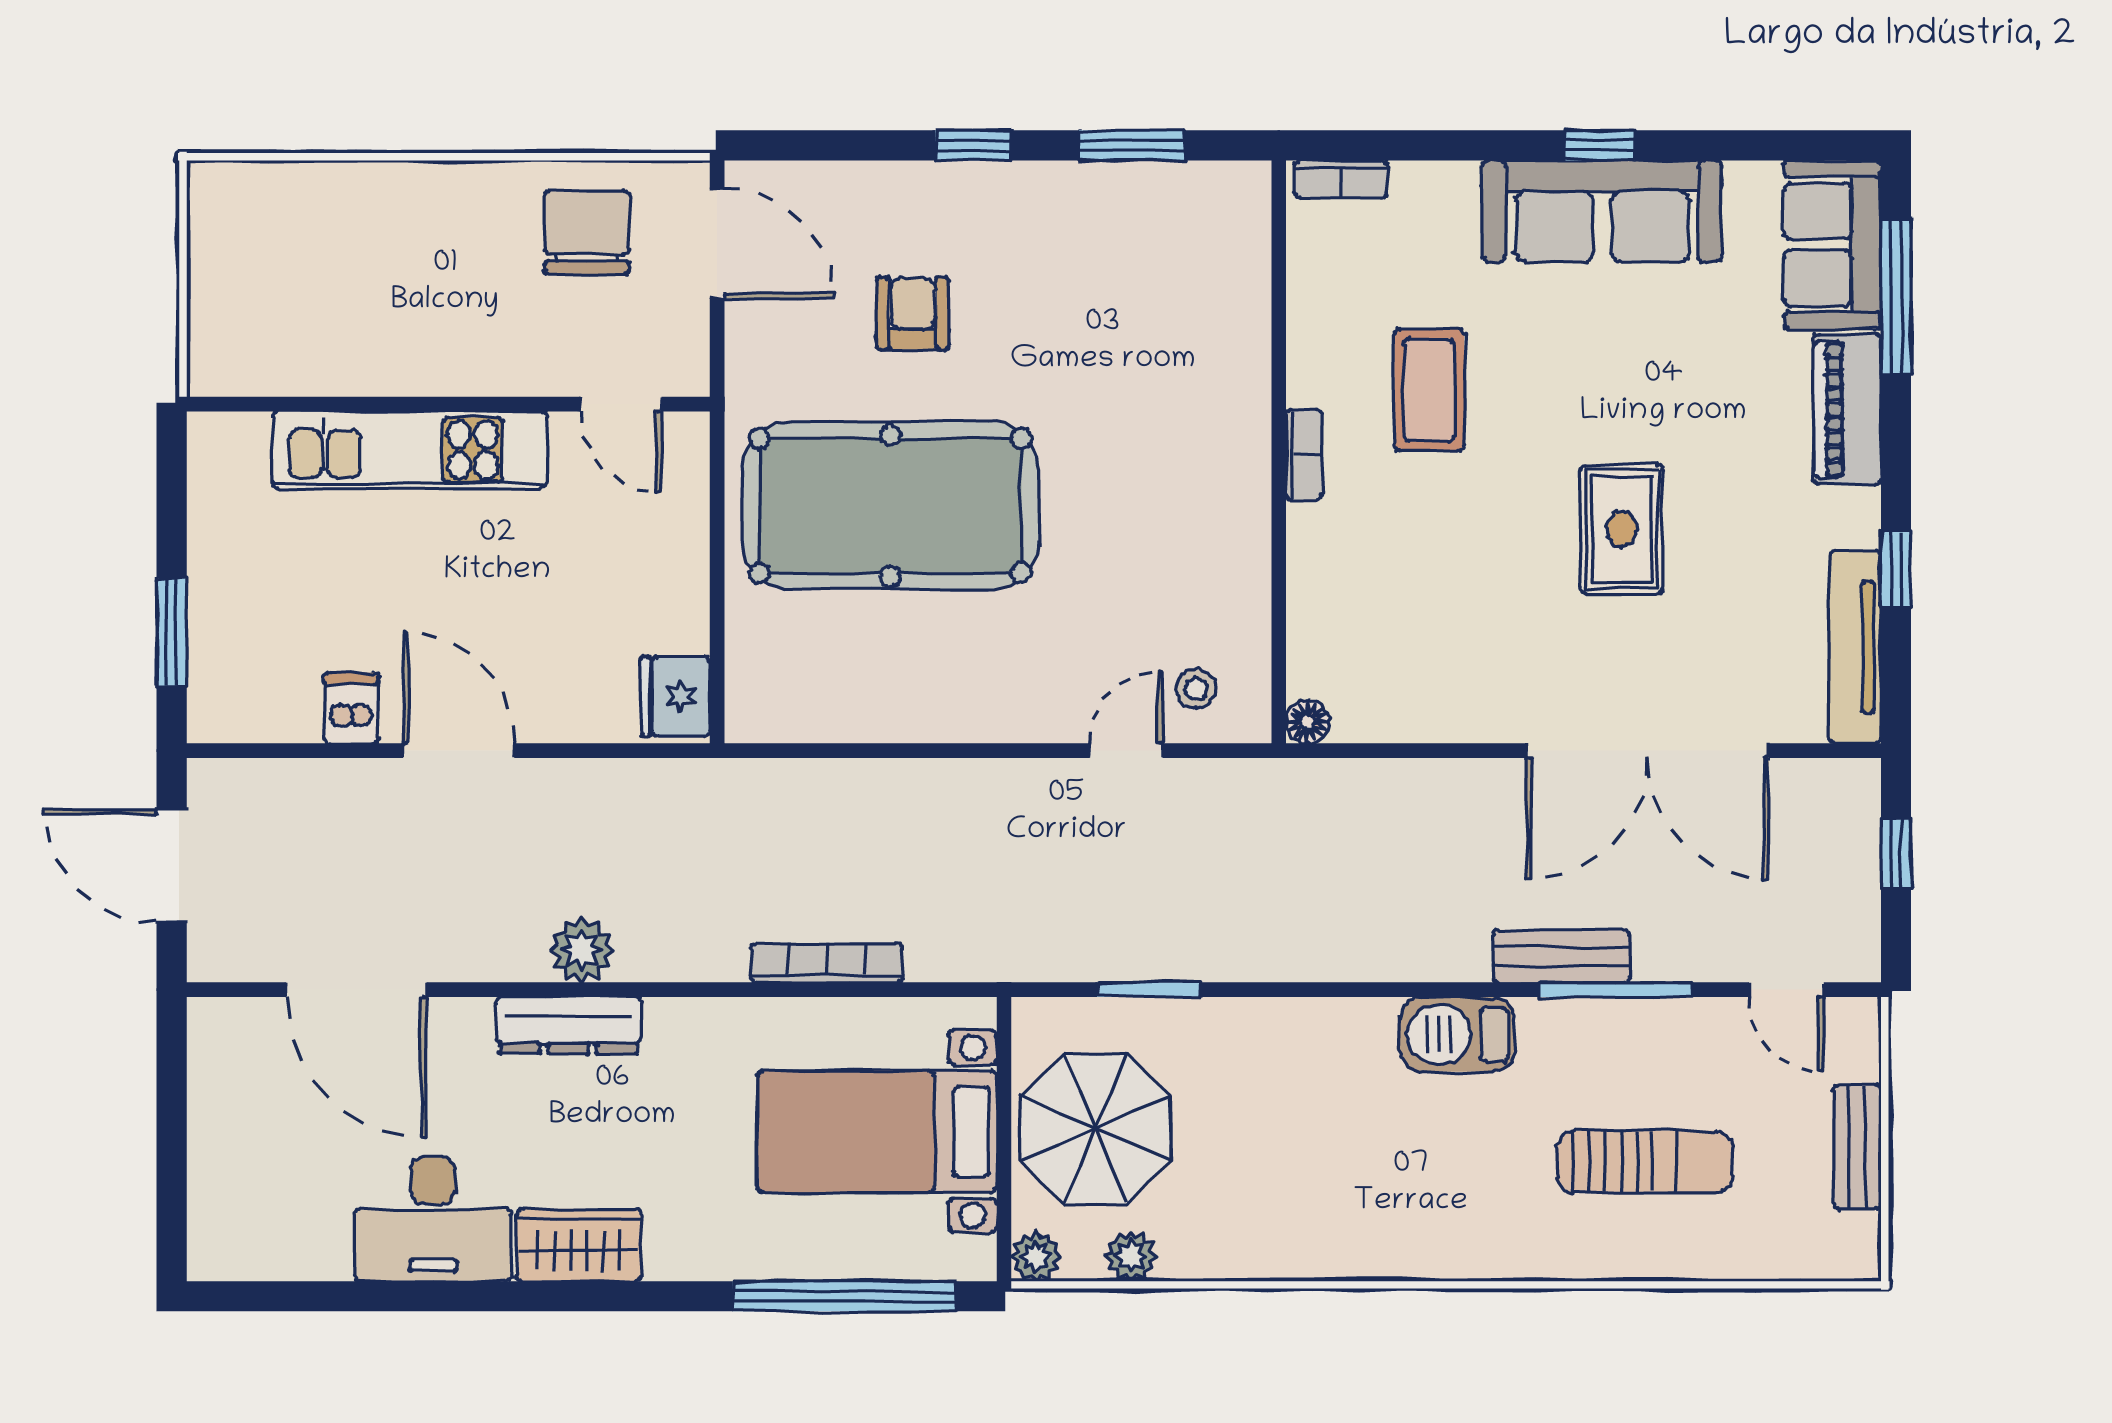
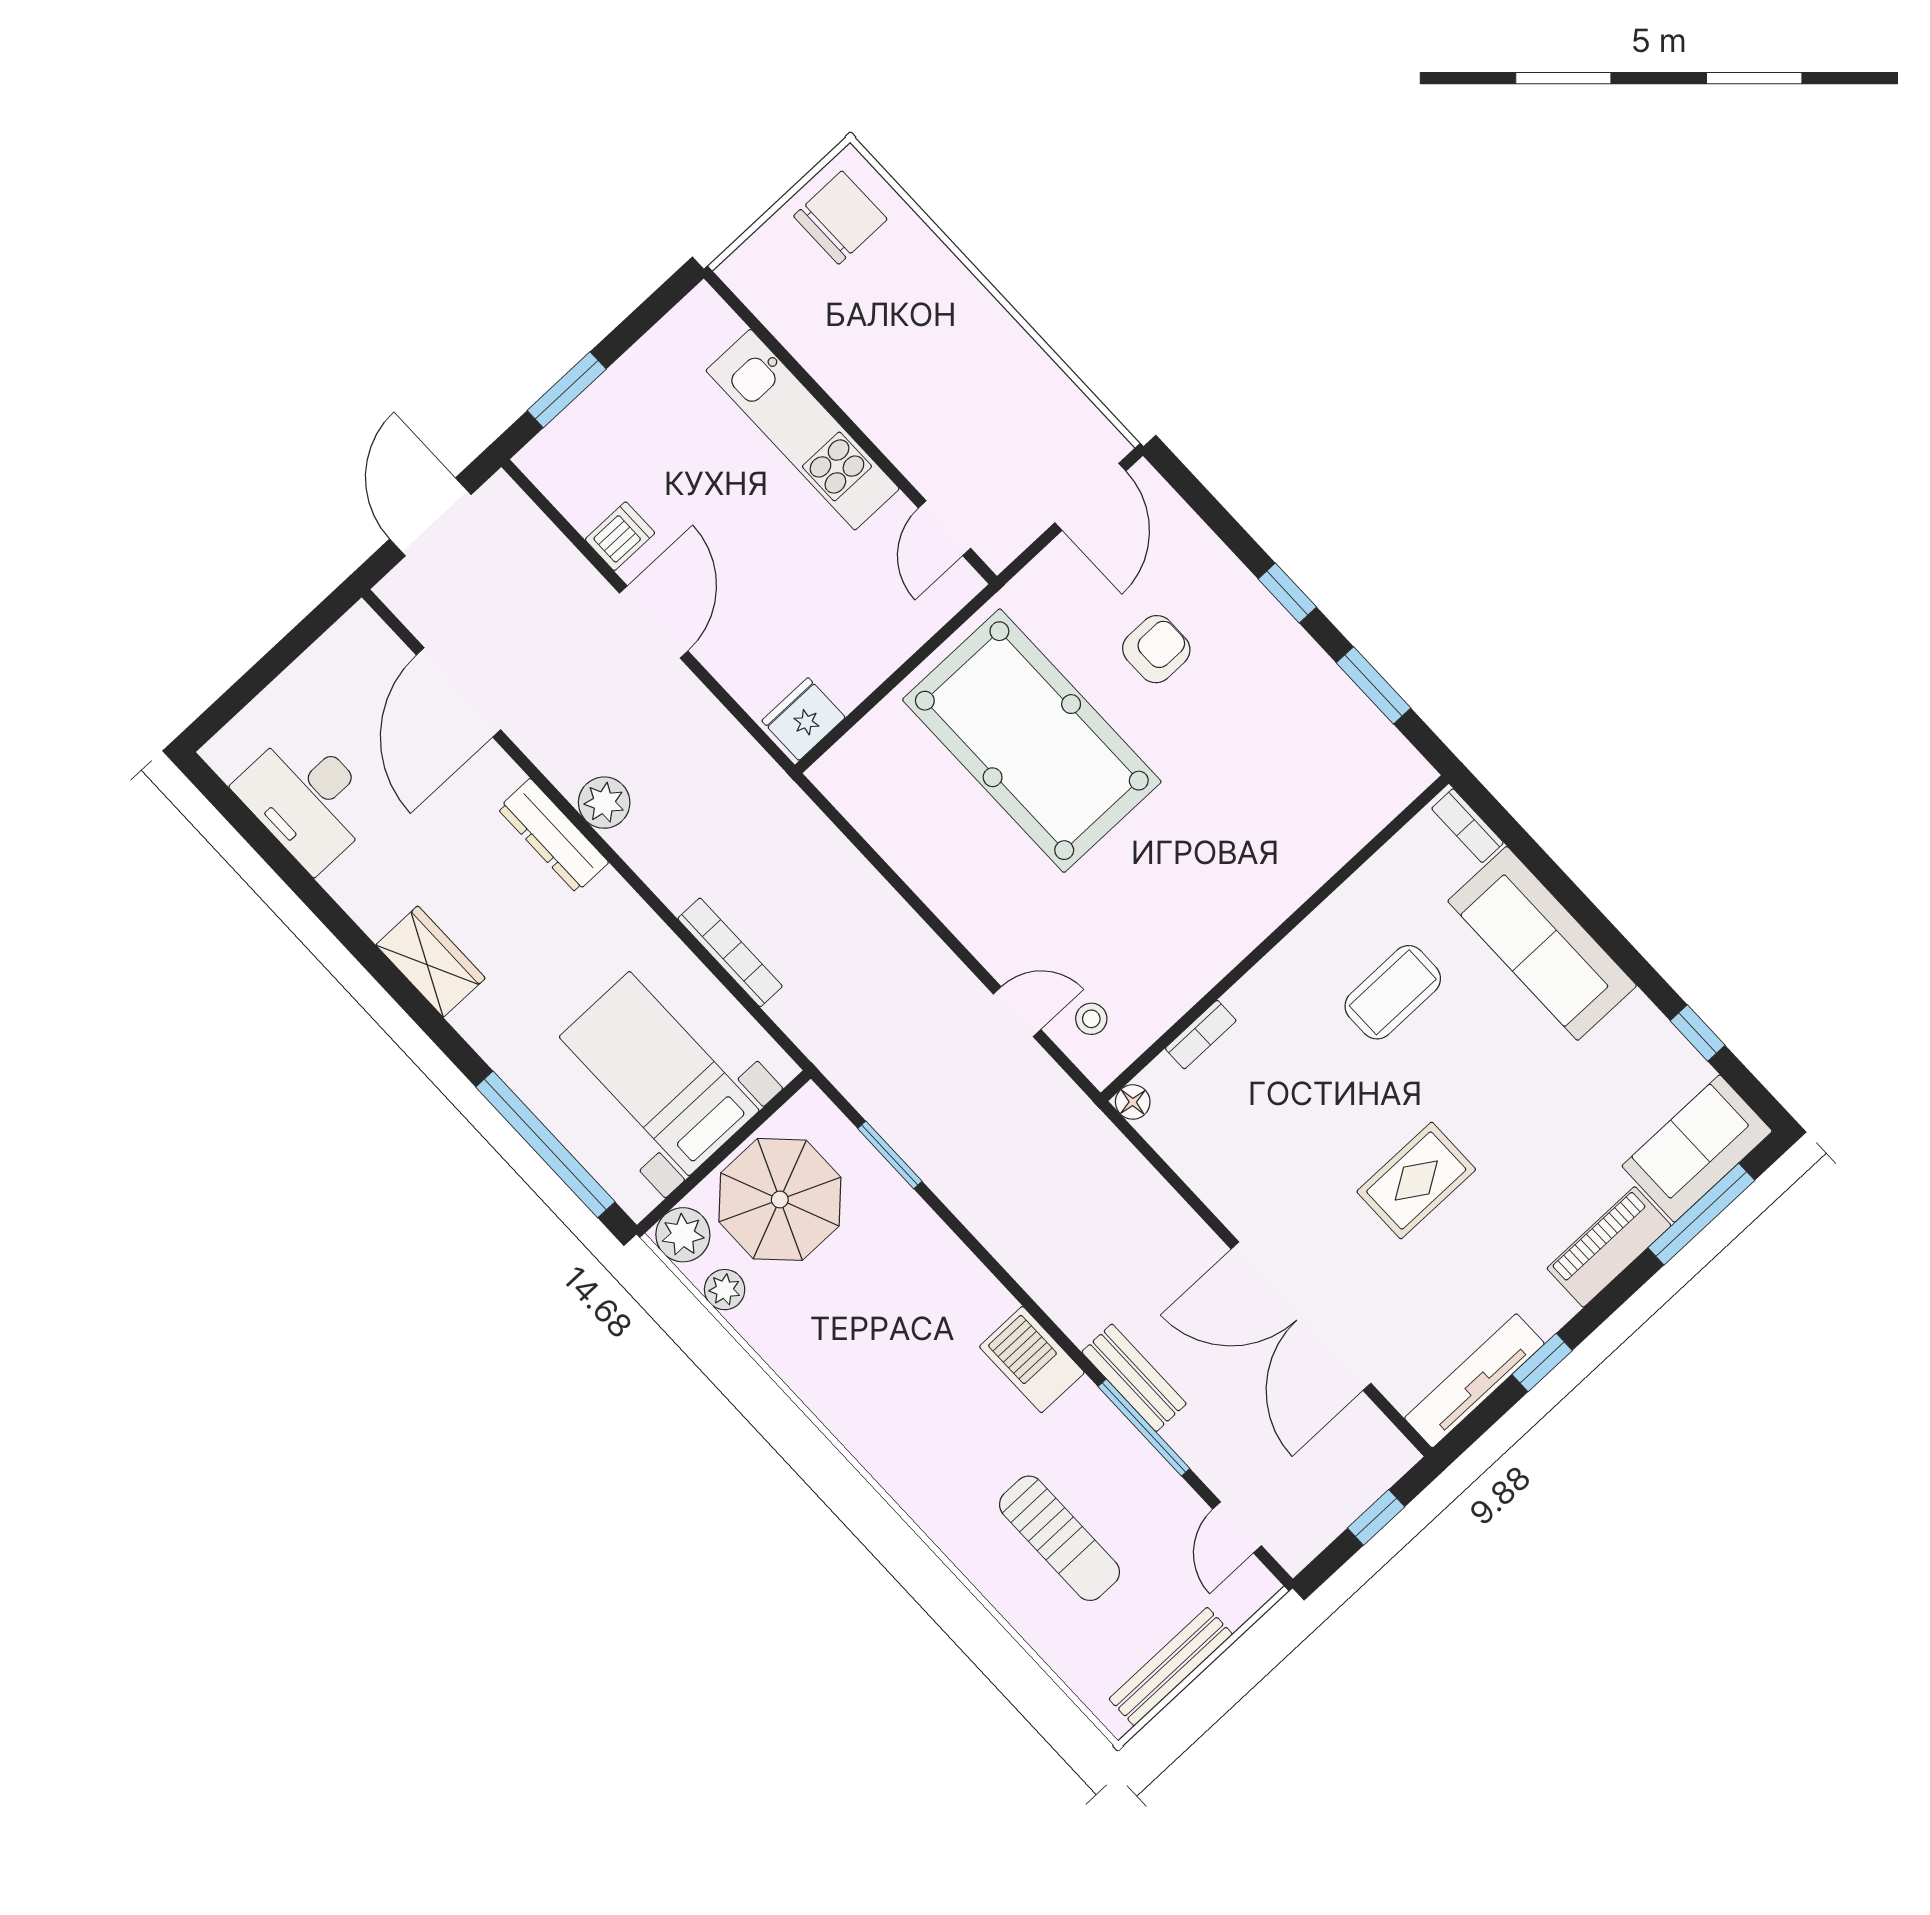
window: (1600, 145) -> (1698, 1033), moved
sofa: (1602, 211) -> (1542, 943), moved
chair: (587, 232) -> (840, 218), moved
bookcase: (1304, 454) -> (1201, 1035), moved
bench: (1857, 1147) -> (1171, 1667), width x1.36
desk: (433, 1219) -> (307, 799), moved
plant: (1036, 1257) -> (683, 1235), width x1.38, depth x1.38

